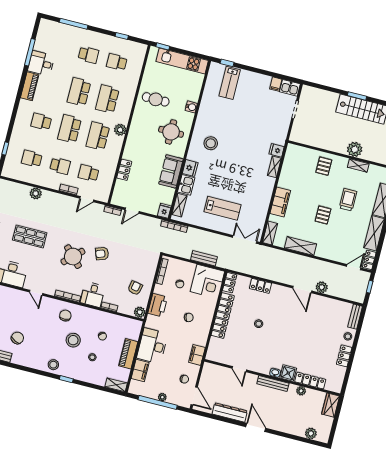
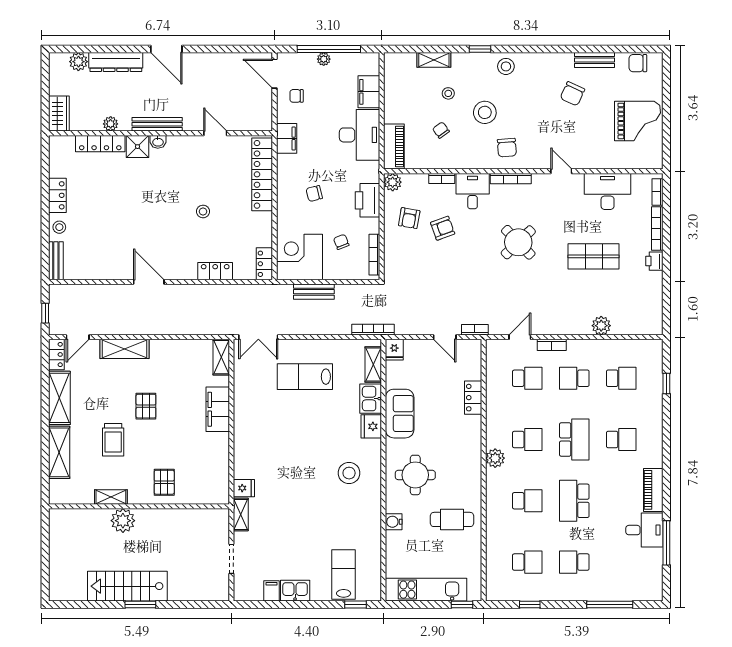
kitchen sink: (290, 88) -> (295, 591), moved
school desk: (79, 92) -> (574, 501), turned 180
school desk: (107, 99) -> (527, 501), width x0.54
school desk: (98, 136) -> (527, 440), width x0.54
shelving: (274, 167) -> (241, 515), moved
door: (132, 211) -> (445, 337), swing flipped
shelving: (300, 246) -> (124, 349), moved
armchair: (102, 254) -> (443, 228), moved
plant: (322, 287) -> (119, 293), removed
locker: (223, 316) -> (262, 174), moved
piano: (128, 354) -> (394, 147), moved
shelving: (116, 385) -> (434, 60), moved
dresser: (230, 412) -> (116, 62), moved

